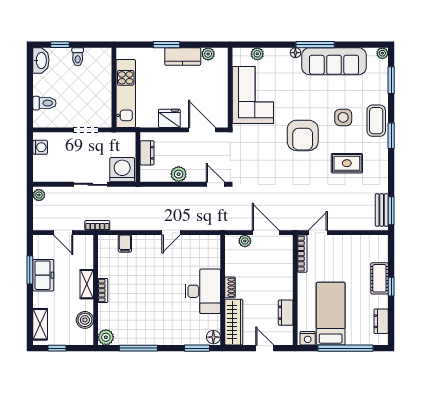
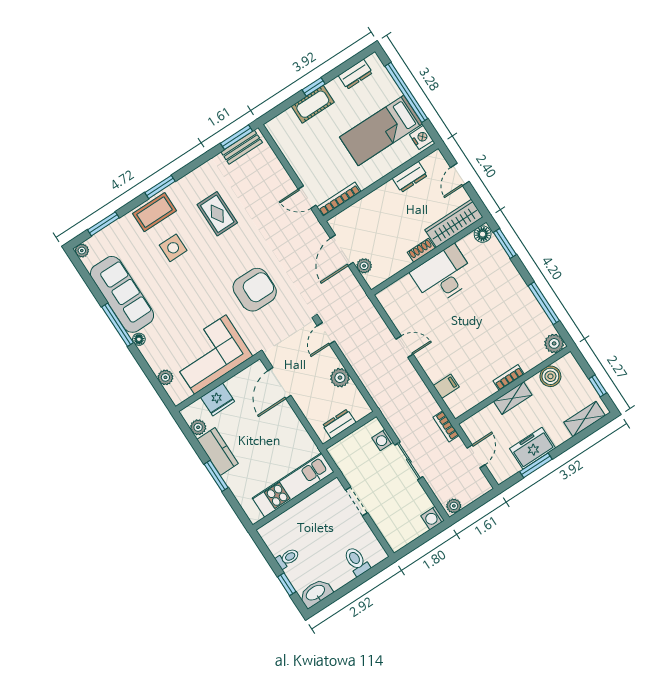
fridge: (169, 118) -> (218, 399), moved, turned -90
armchair: (303, 135) -> (255, 290), moved
washing machine: (40, 147) -> (433, 518), moved, turned -90
washing machine: (122, 170) -> (383, 440), width x0.53, depth x0.53

